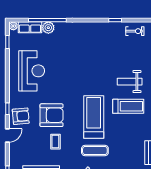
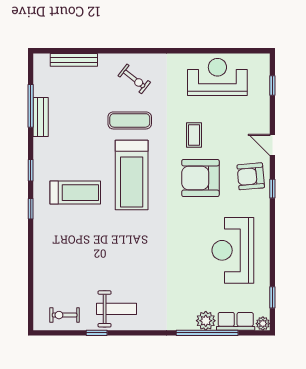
weight bench: (130, 82) -> (116, 309), moved
treadmill: (128, 106) -> (75, 193), turned 180
door: (7, 135) -> (272, 145), hinge flipped

